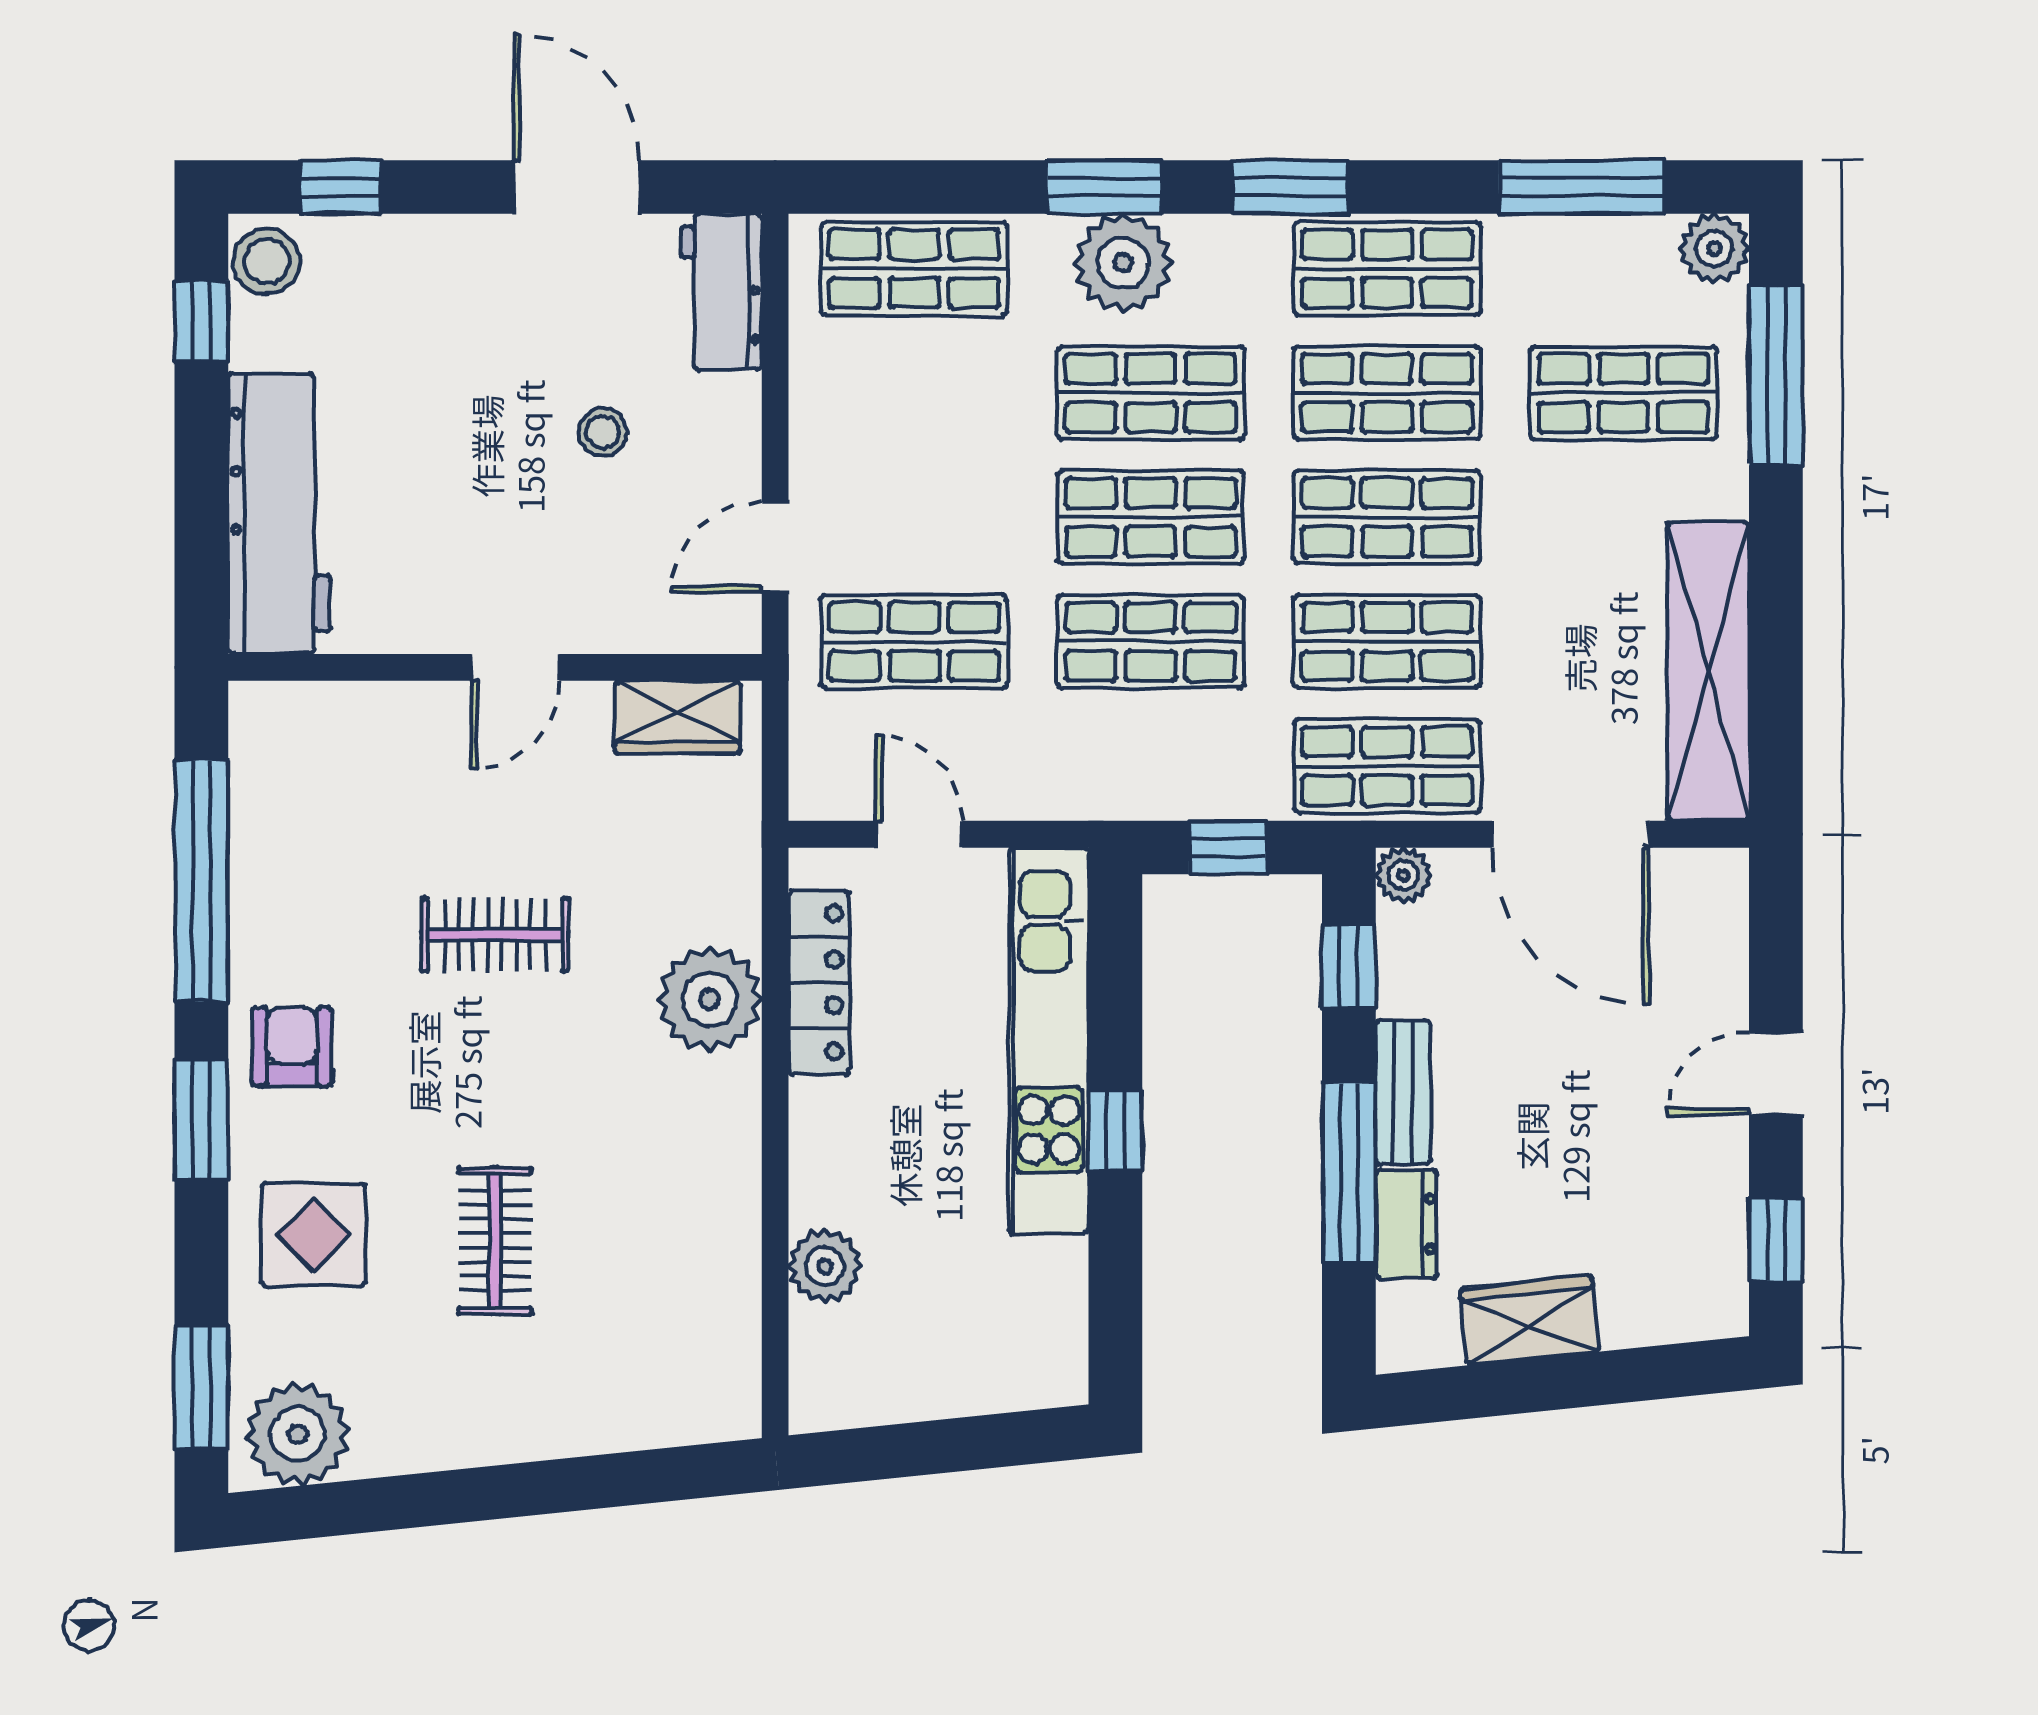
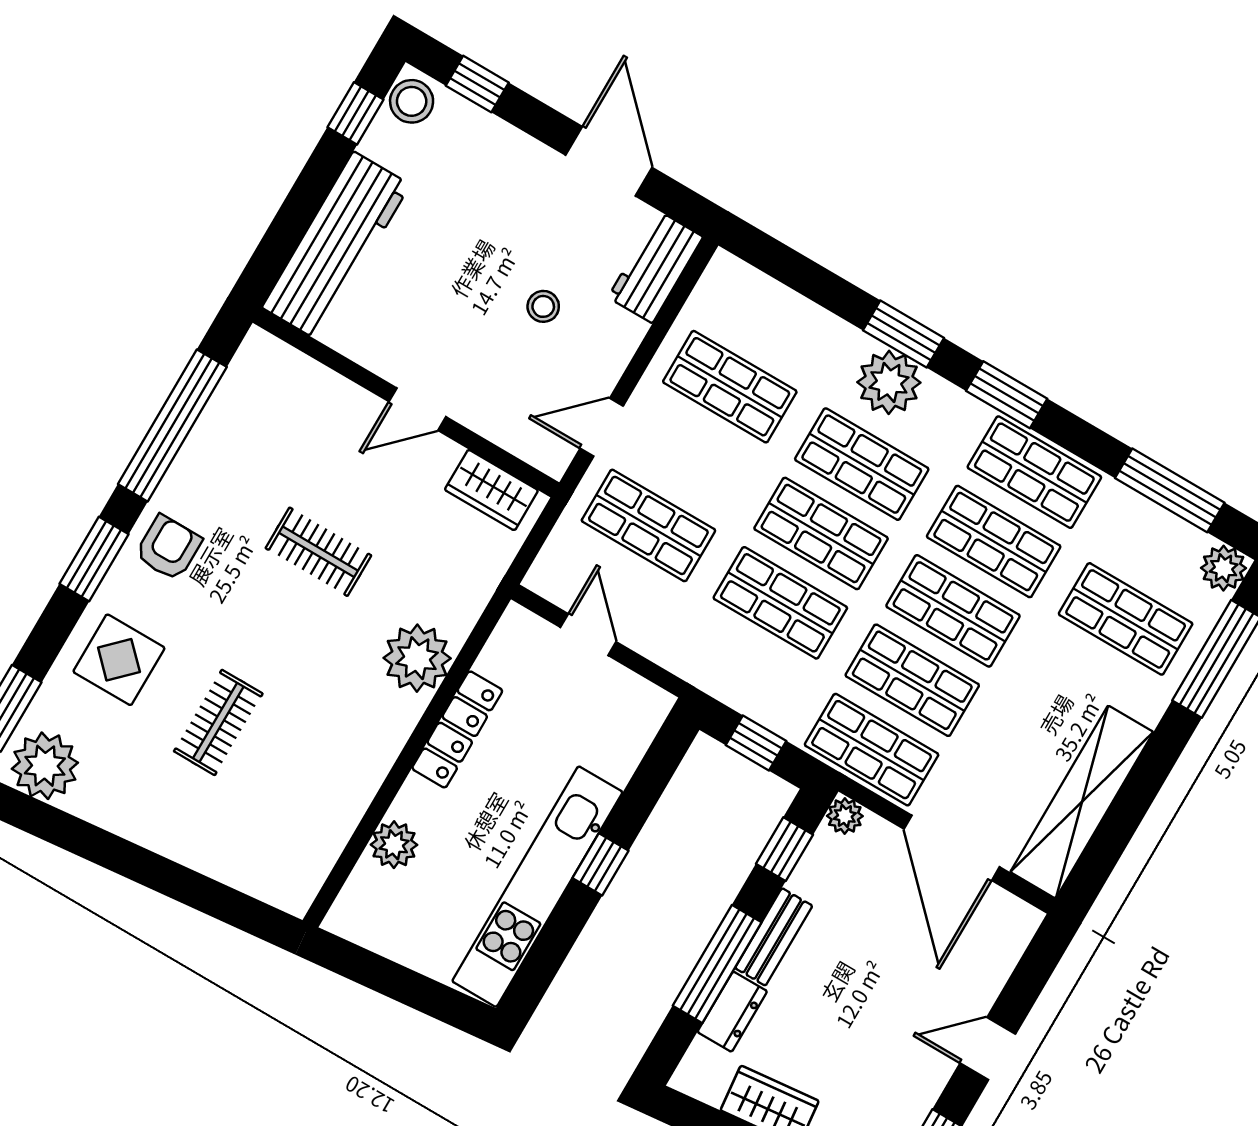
shop shelf: (914, 269) -> (730, 387), moved
locker: (819, 982) -> (457, 729), moved
kitchen unit: (1049, 1041) -> (537, 887), moved

